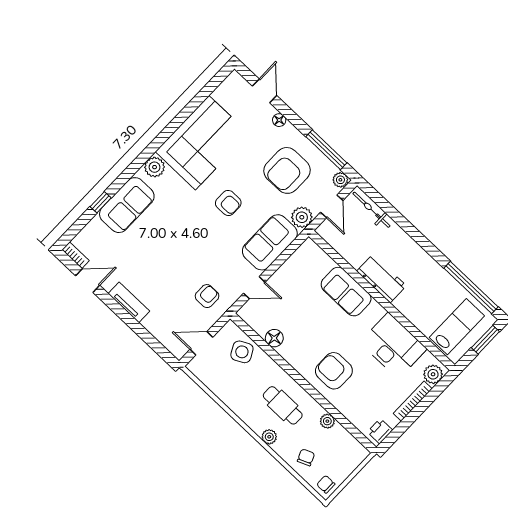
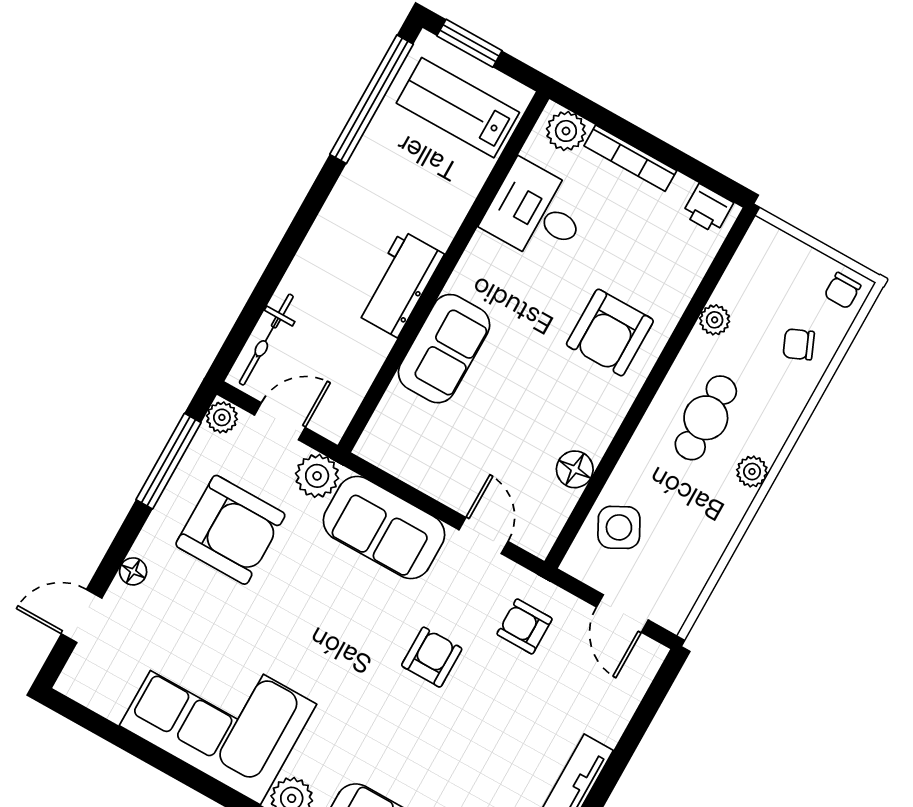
armchair: (228, 203) -> (432, 657), moved
desk: (393, 346) -> (536, 212), width x0.73
plant: (269, 437) -> (752, 472), moved

